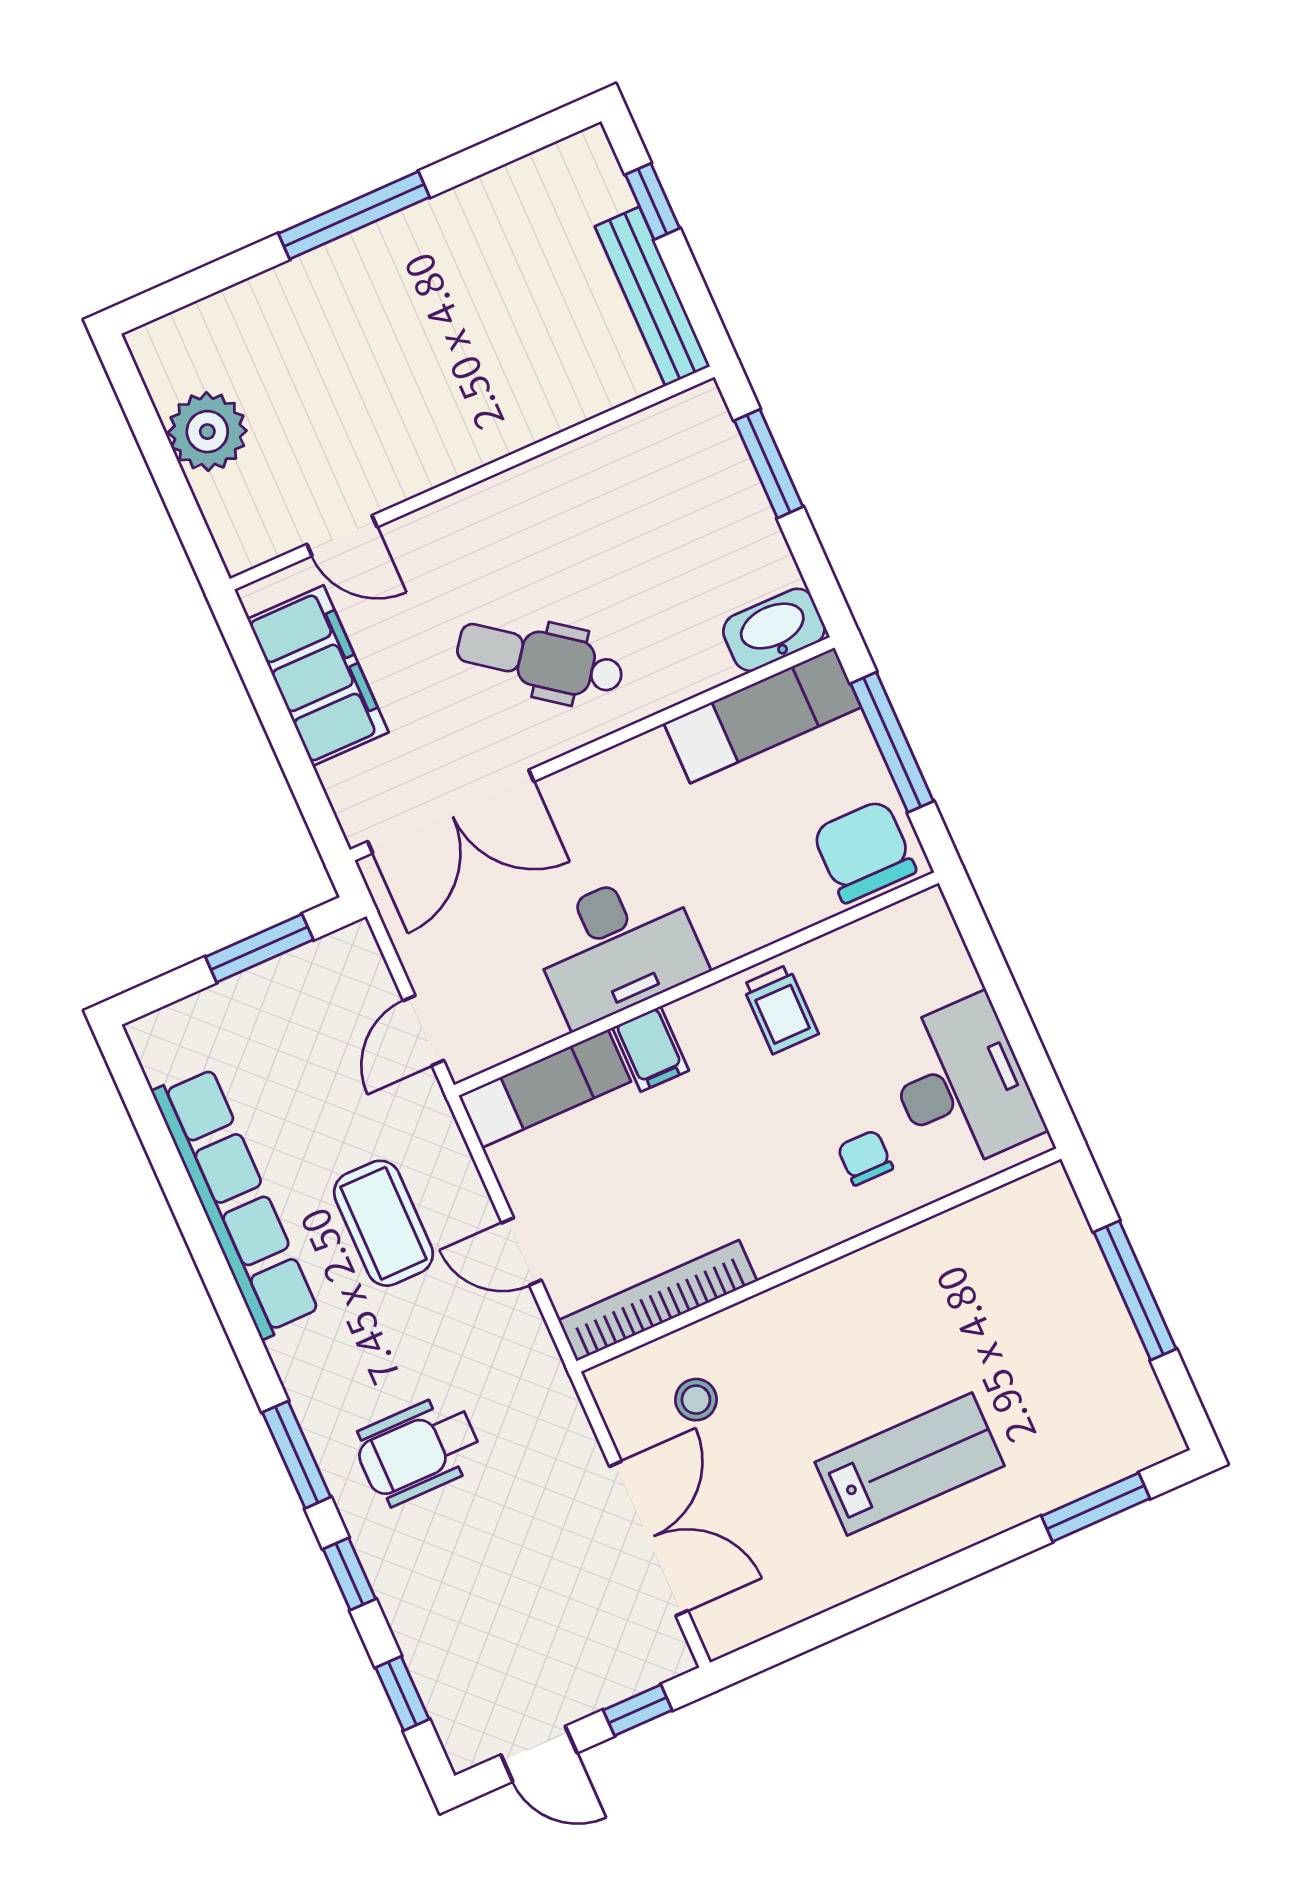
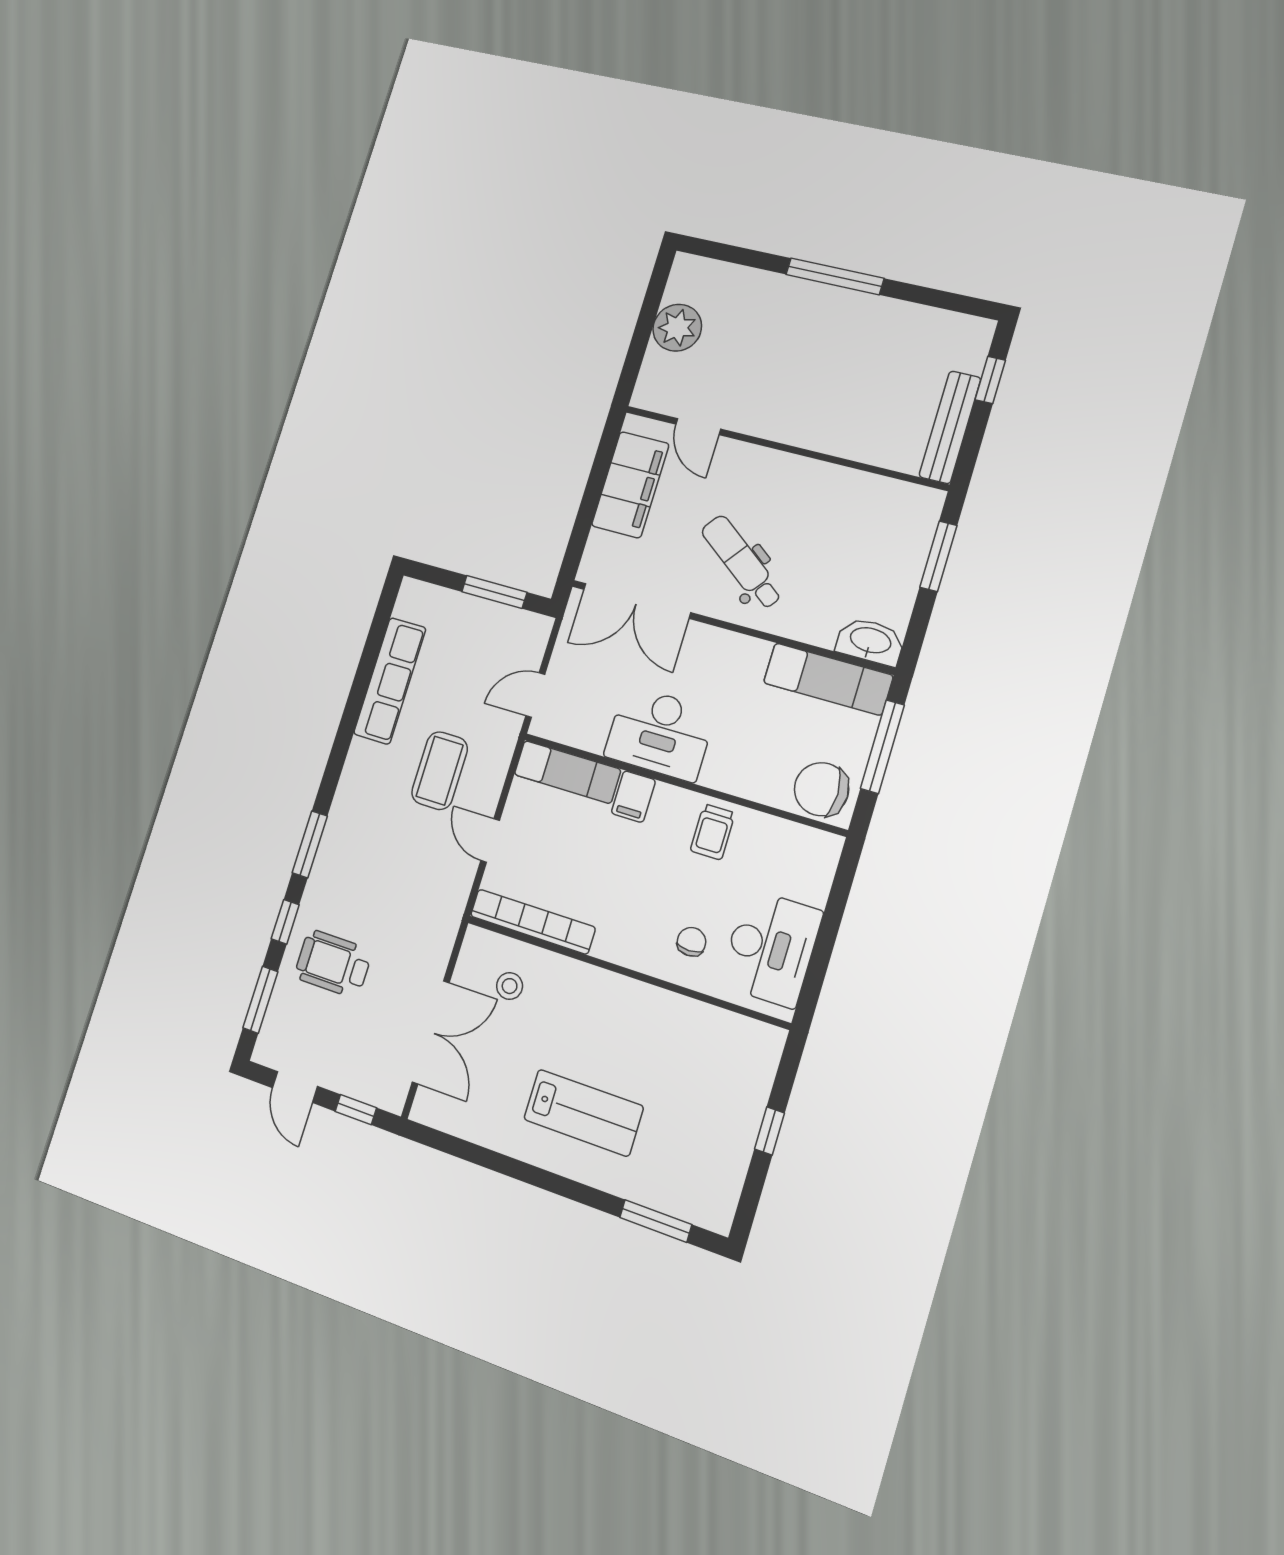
chair: (864, 851) -> (821, 789), turned -90
row of seats: (236, 1203) -> (390, 681), width x0.73
window: (1135, 1291) -> (770, 1131), width x0.46
wheelchair: (418, 1450) -> (333, 964), moved
window: (402, 1693) -> (260, 1000), width x1.50

